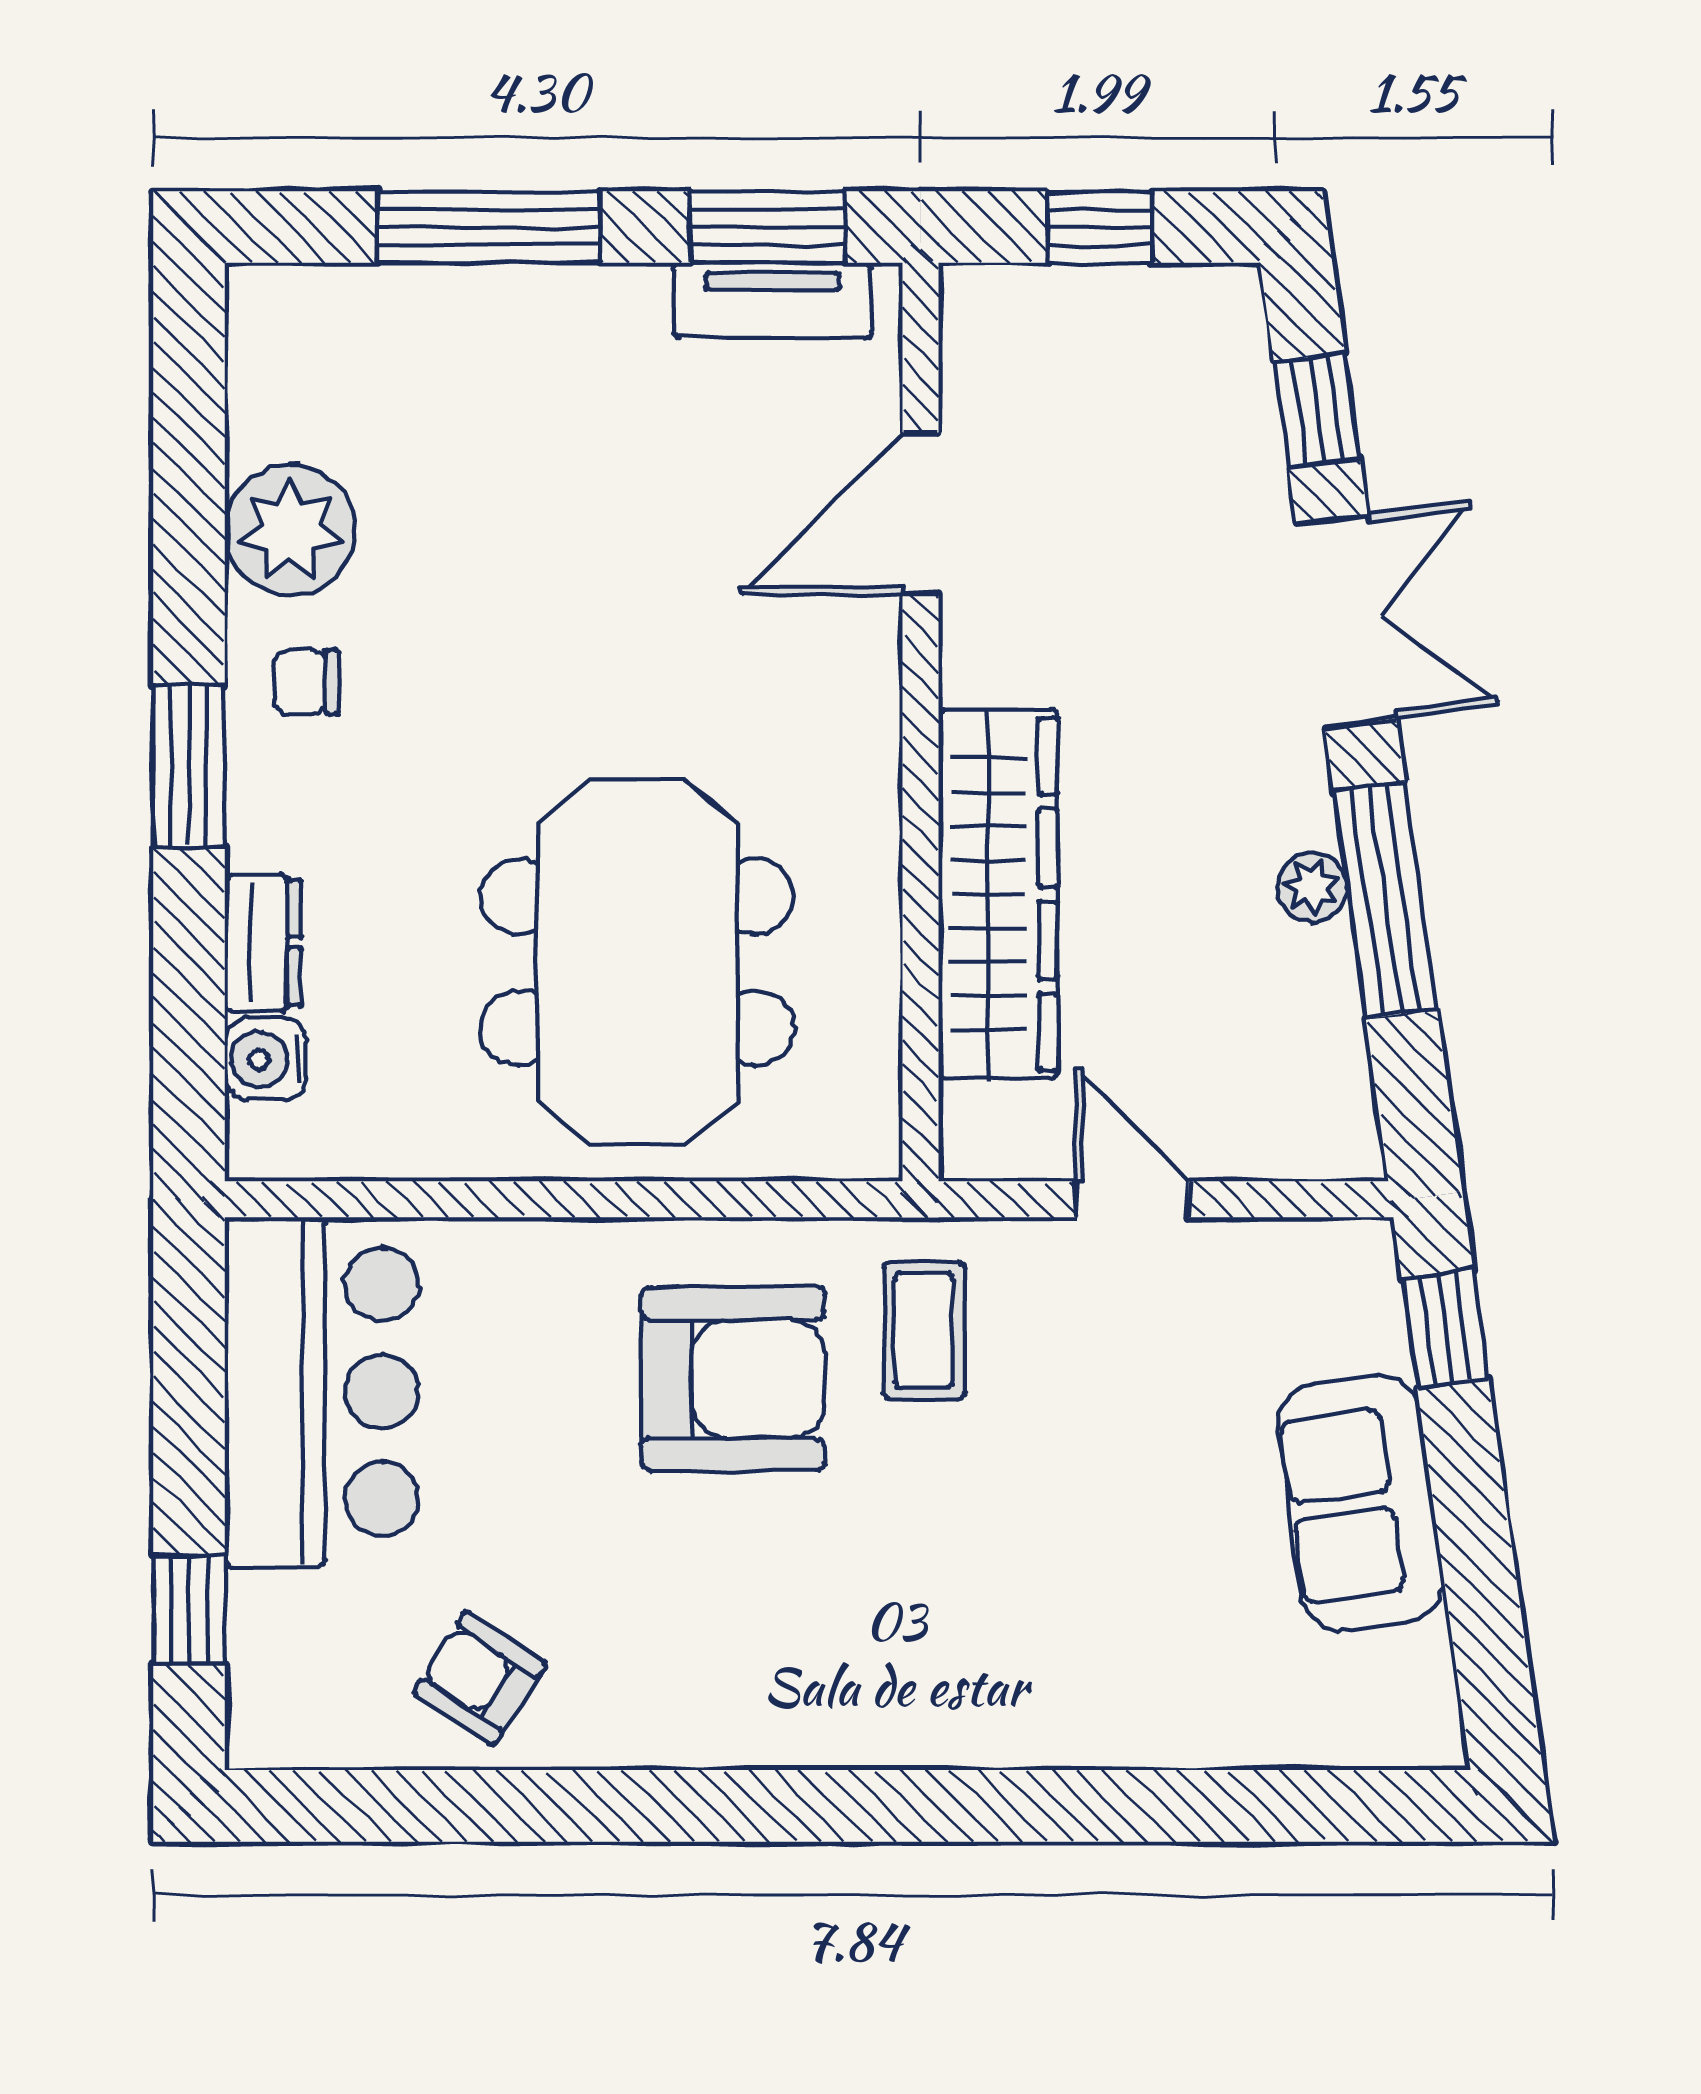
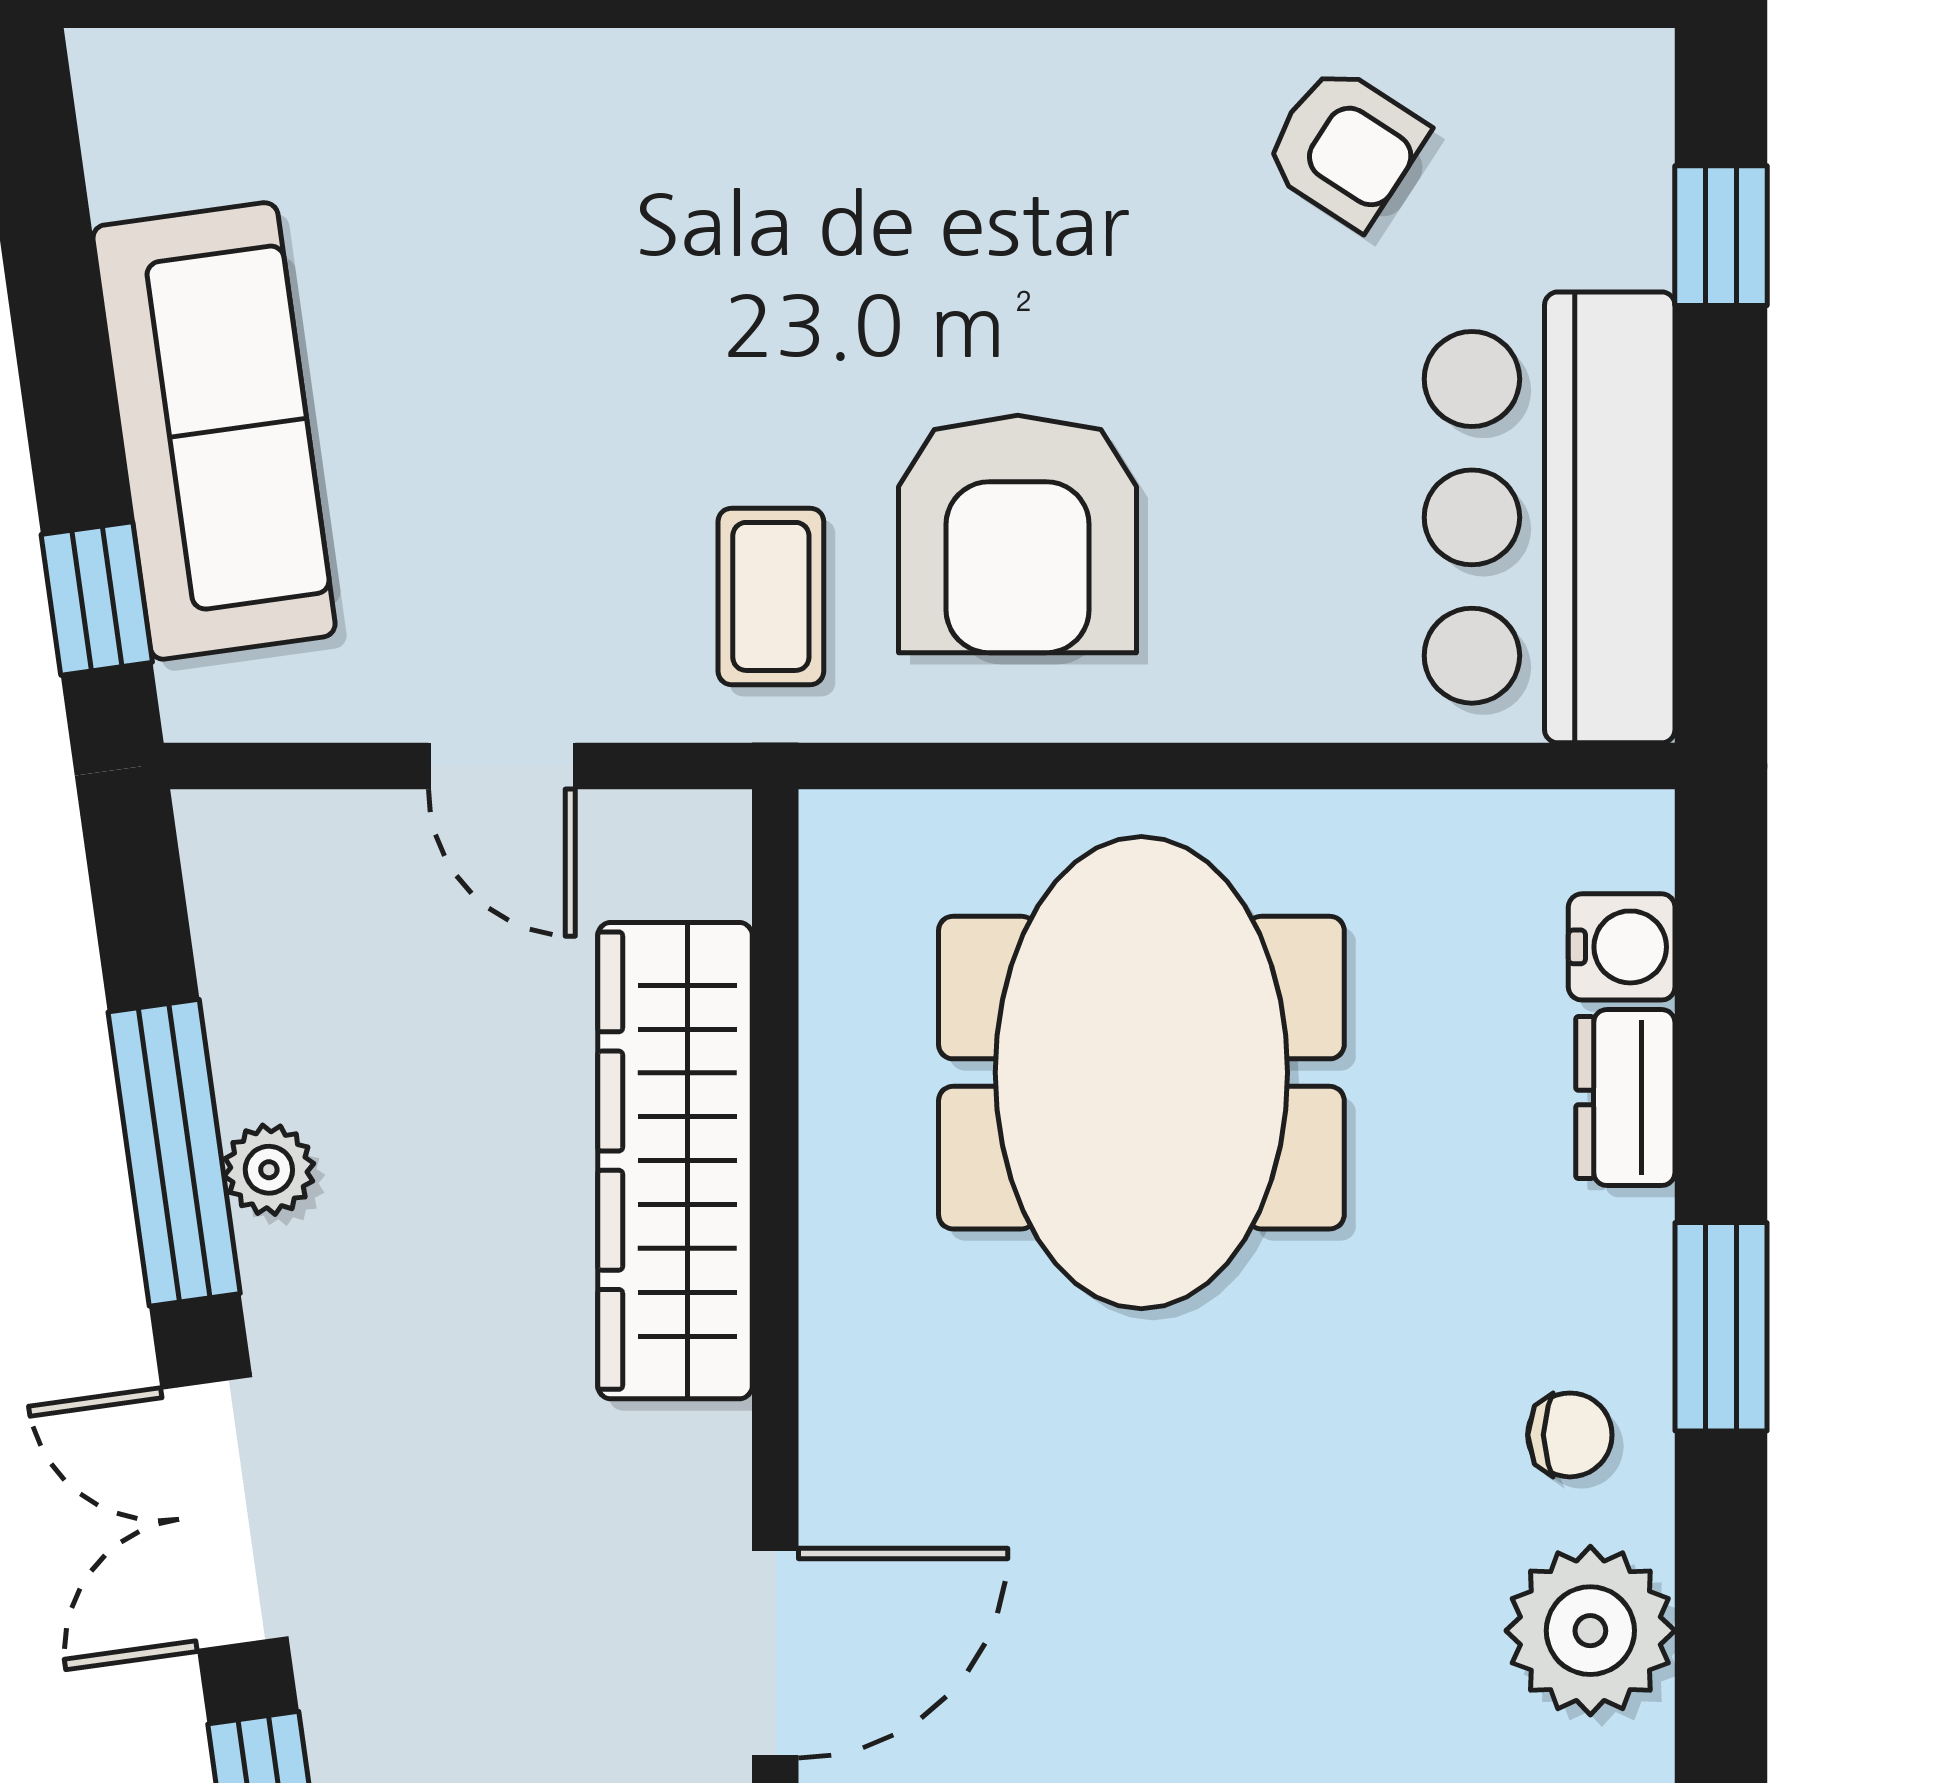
armchair: (733, 1379) -> (1018, 534), turned -90
sofa: (1361, 1503) -> (214, 431), width x1.36

